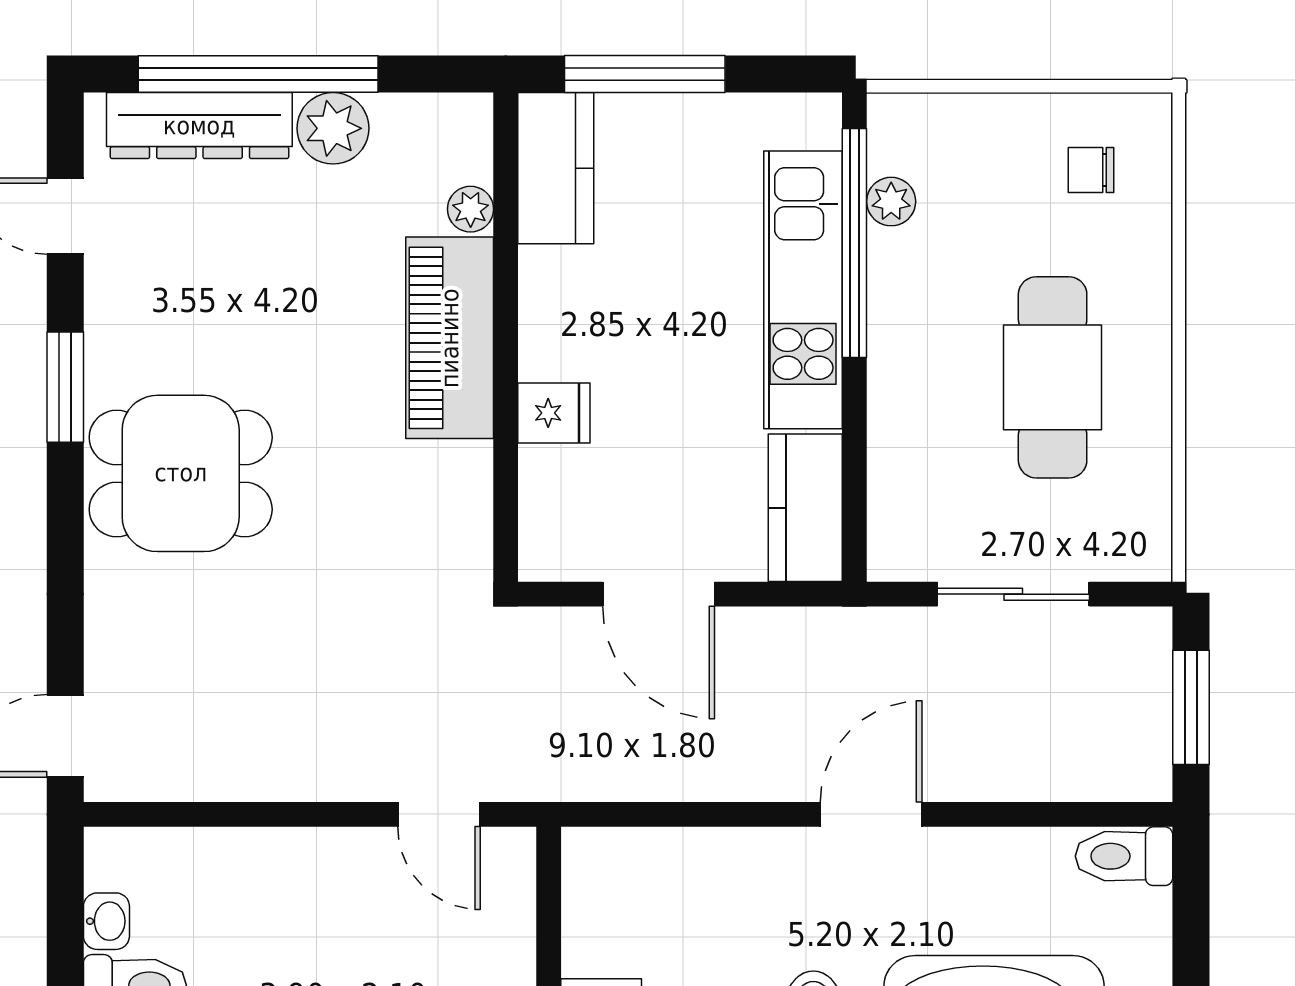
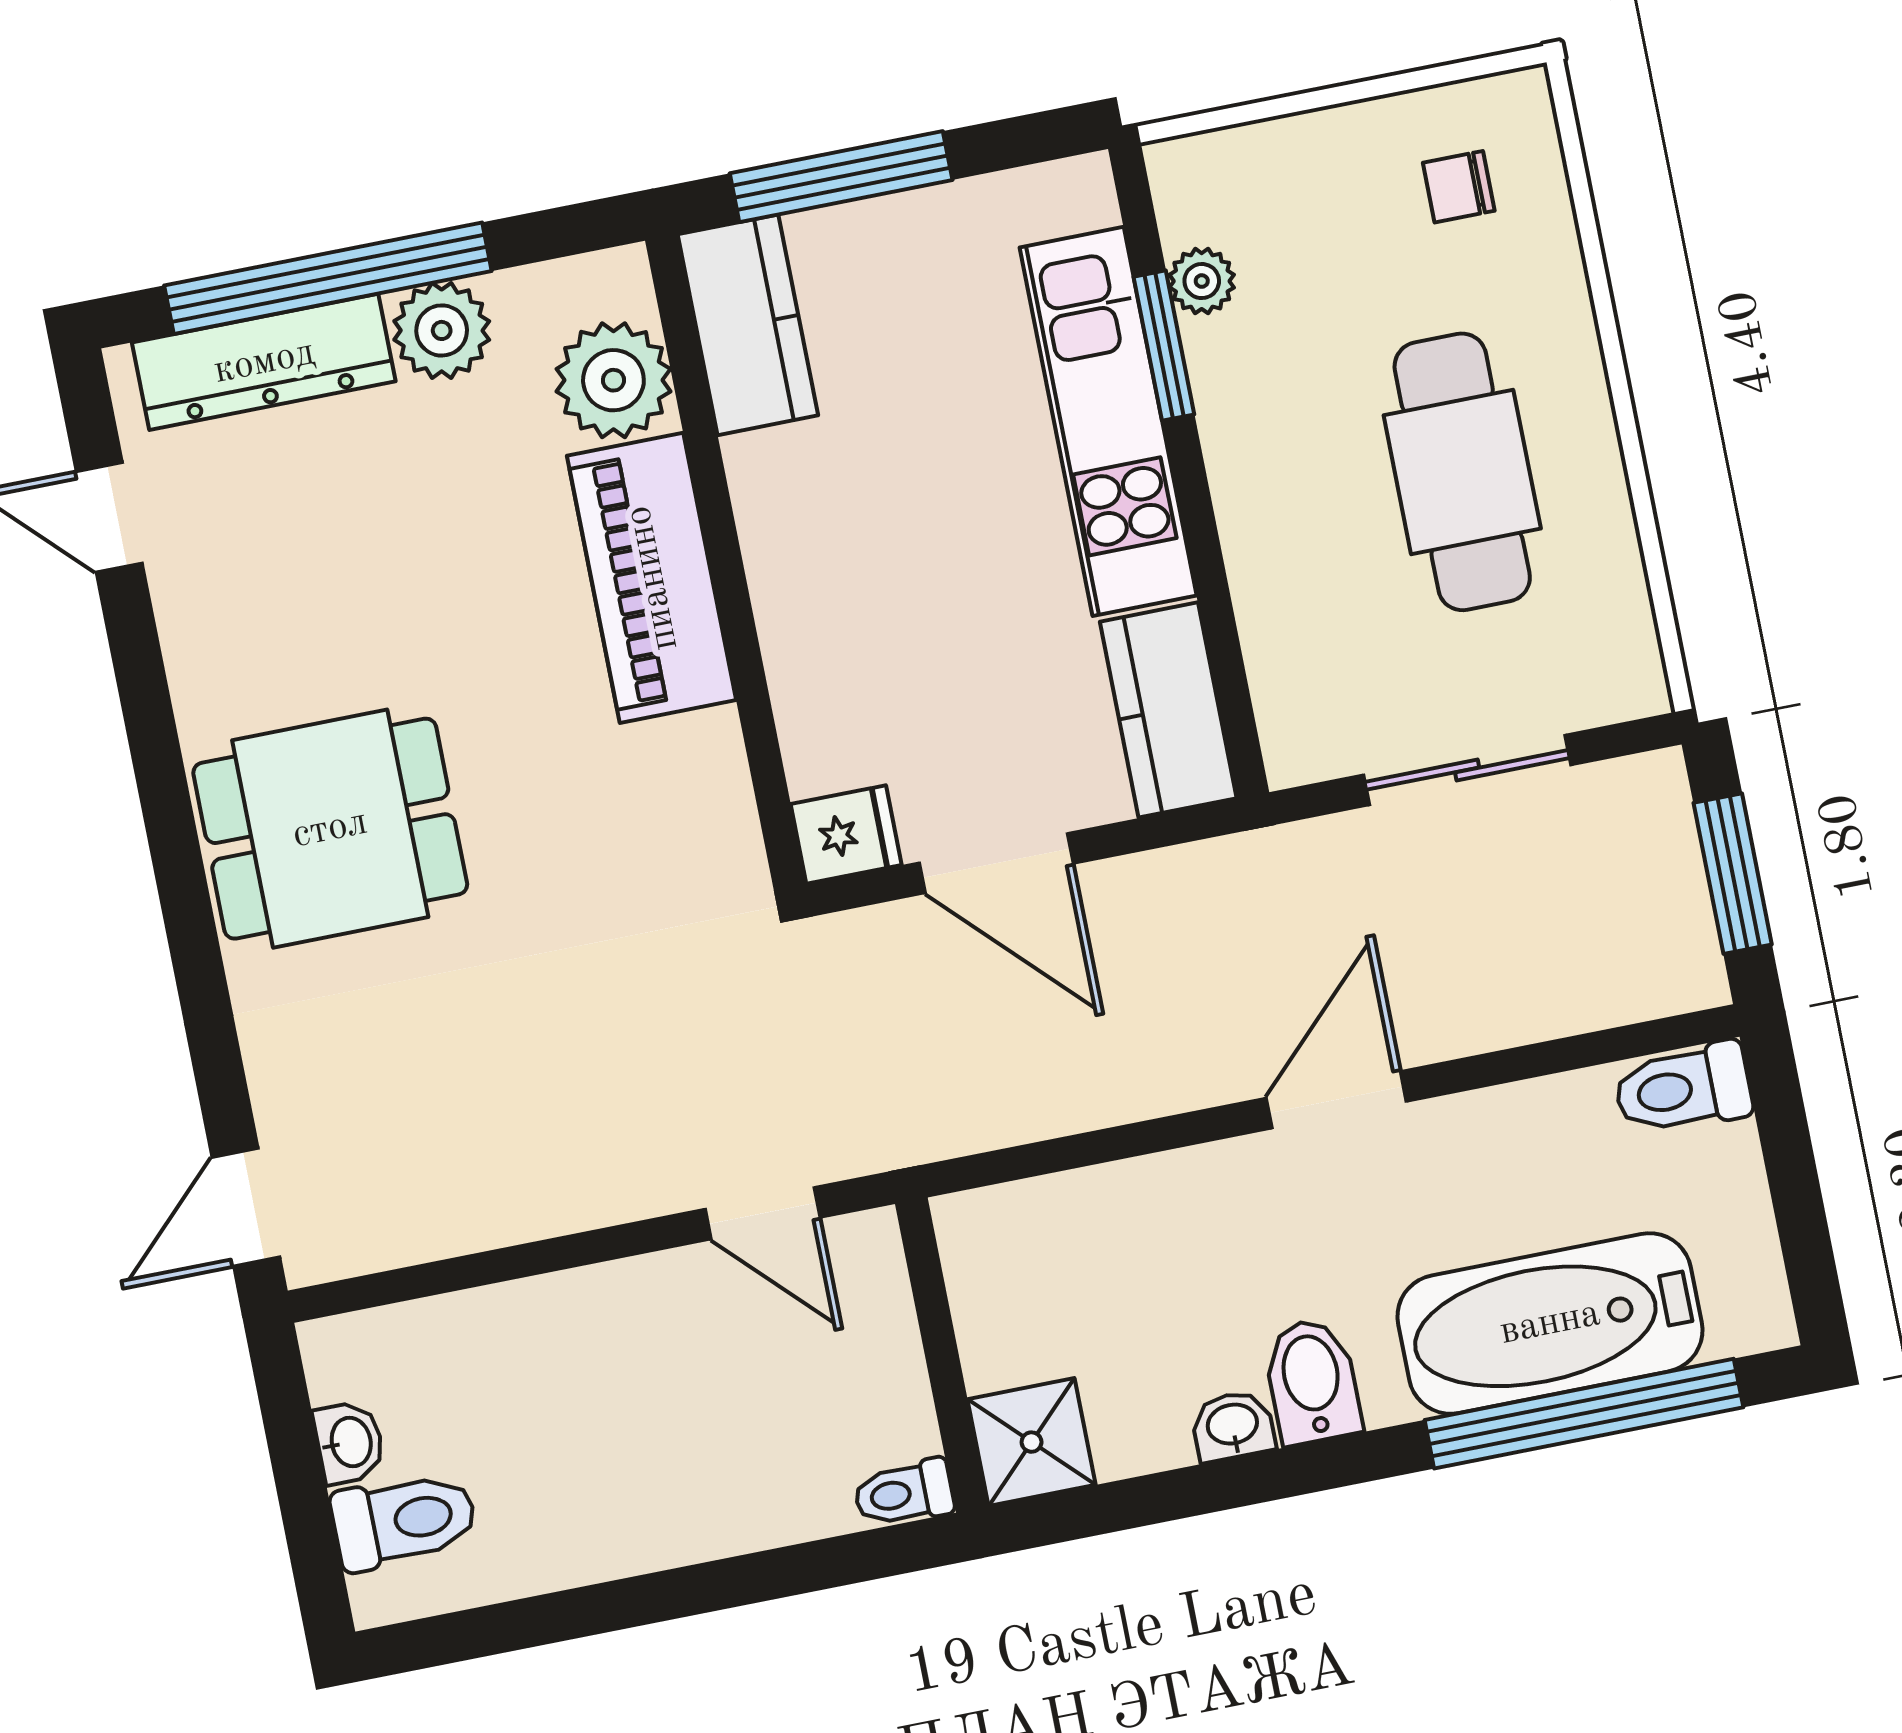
plant: (471, 209) -> (613, 380), width x1.88, depth x1.88
window: (854, 243) -> (1164, 346), width x0.47
window: (65, 387) -> (154, 744), removed
fridge: (554, 413) -> (846, 835), moved

